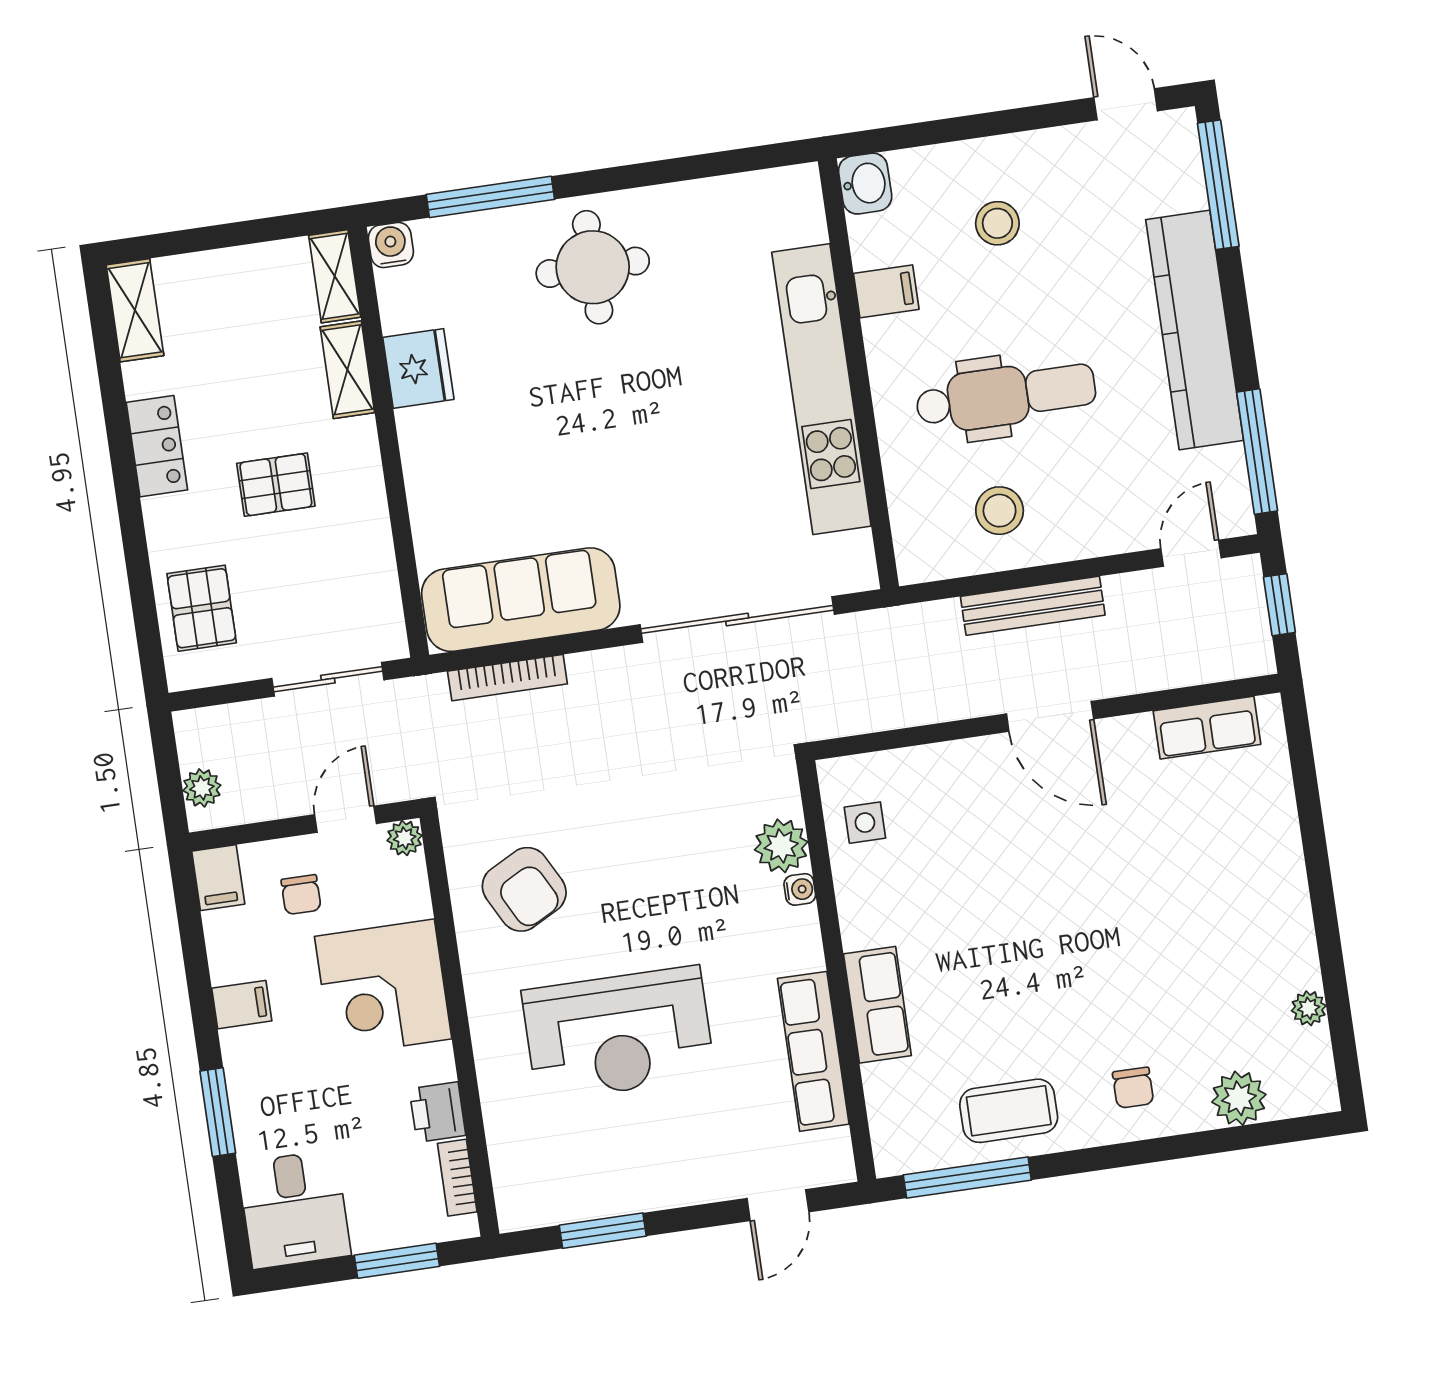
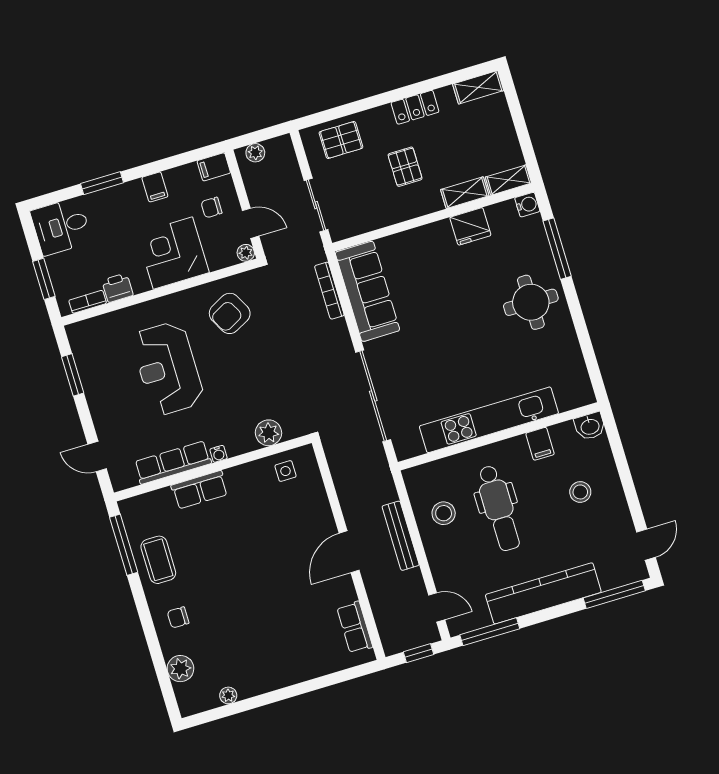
water cooler: (800, 889) -> (219, 454), moved

